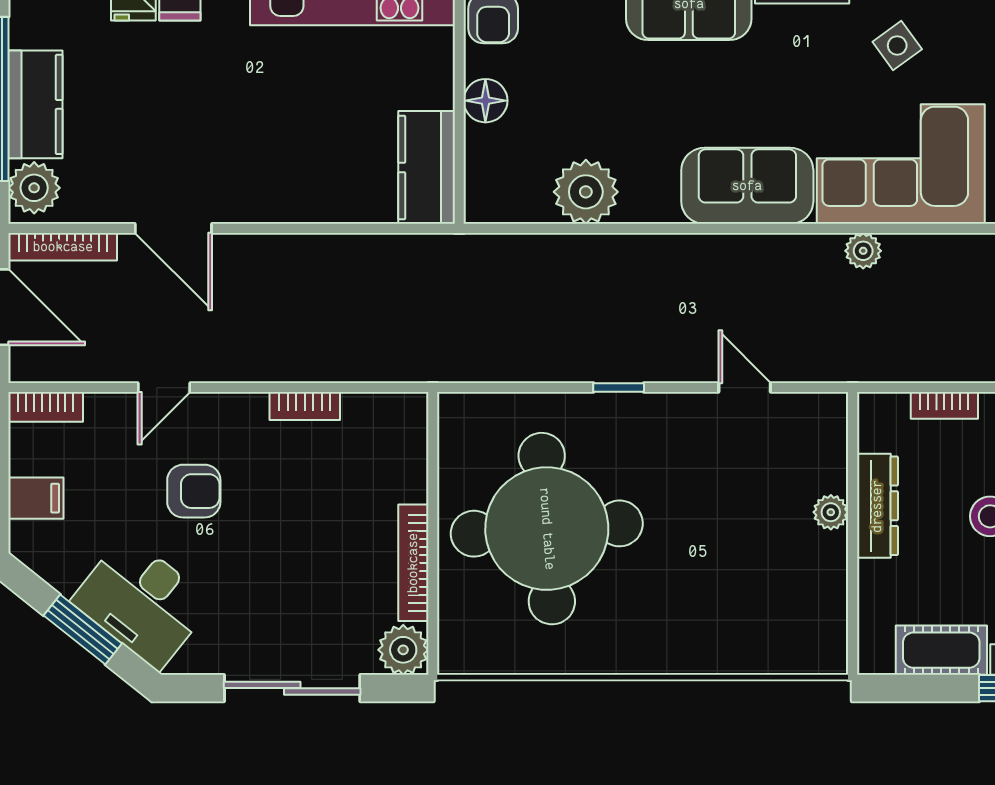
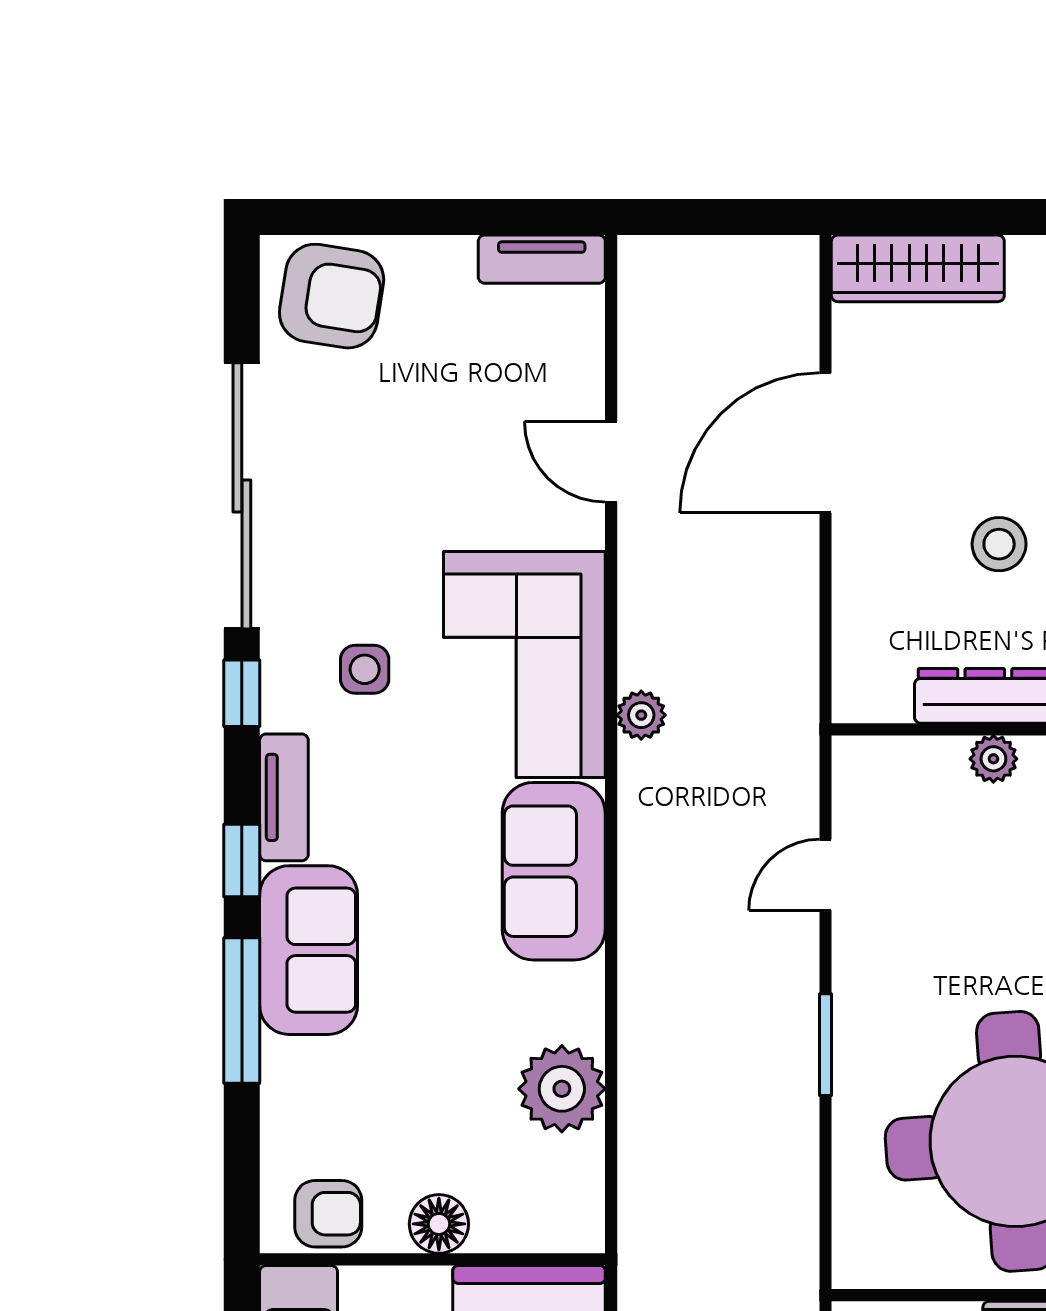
side table: (897, 45) -> (365, 669), turned 36
window: (619, 388) -> (825, 1045), width x1.50
bookcase: (944, 405) -> (850, 606), removed

